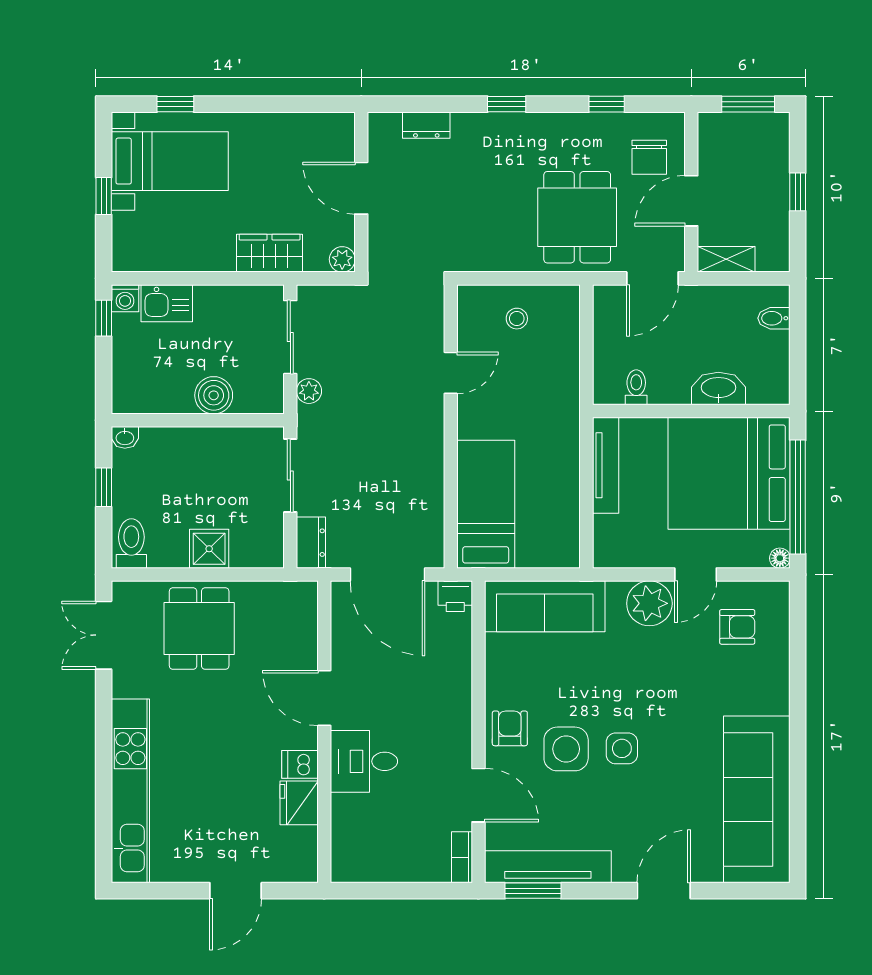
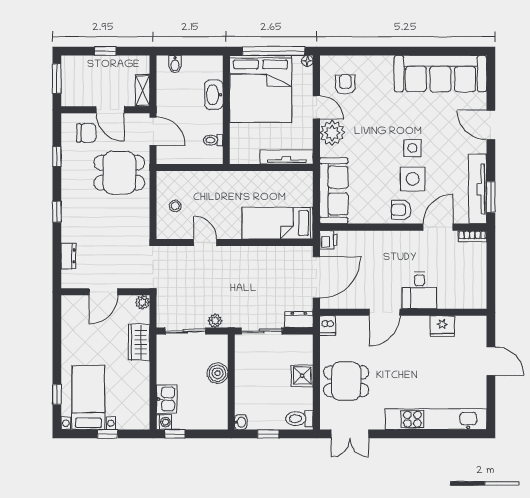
tv unit: (606, 465) -> (286, 157), moved
dishwasher: (300, 764) -> (327, 326), moved

